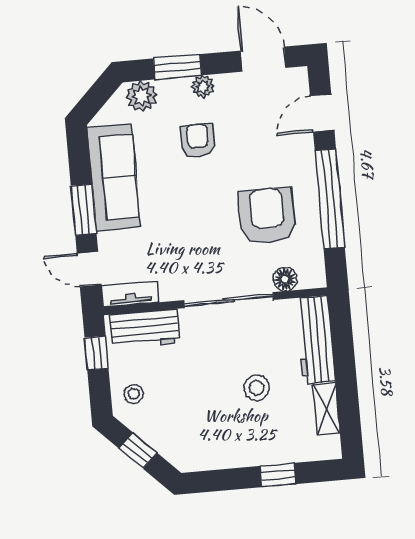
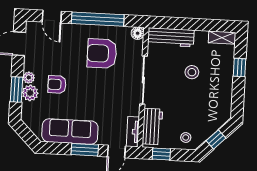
plant: (141, 96) -> (30, 93), moved
floor lamp: (285, 279) -> (138, 33), moved
shelving: (327, 409) -> (222, 38), moved

